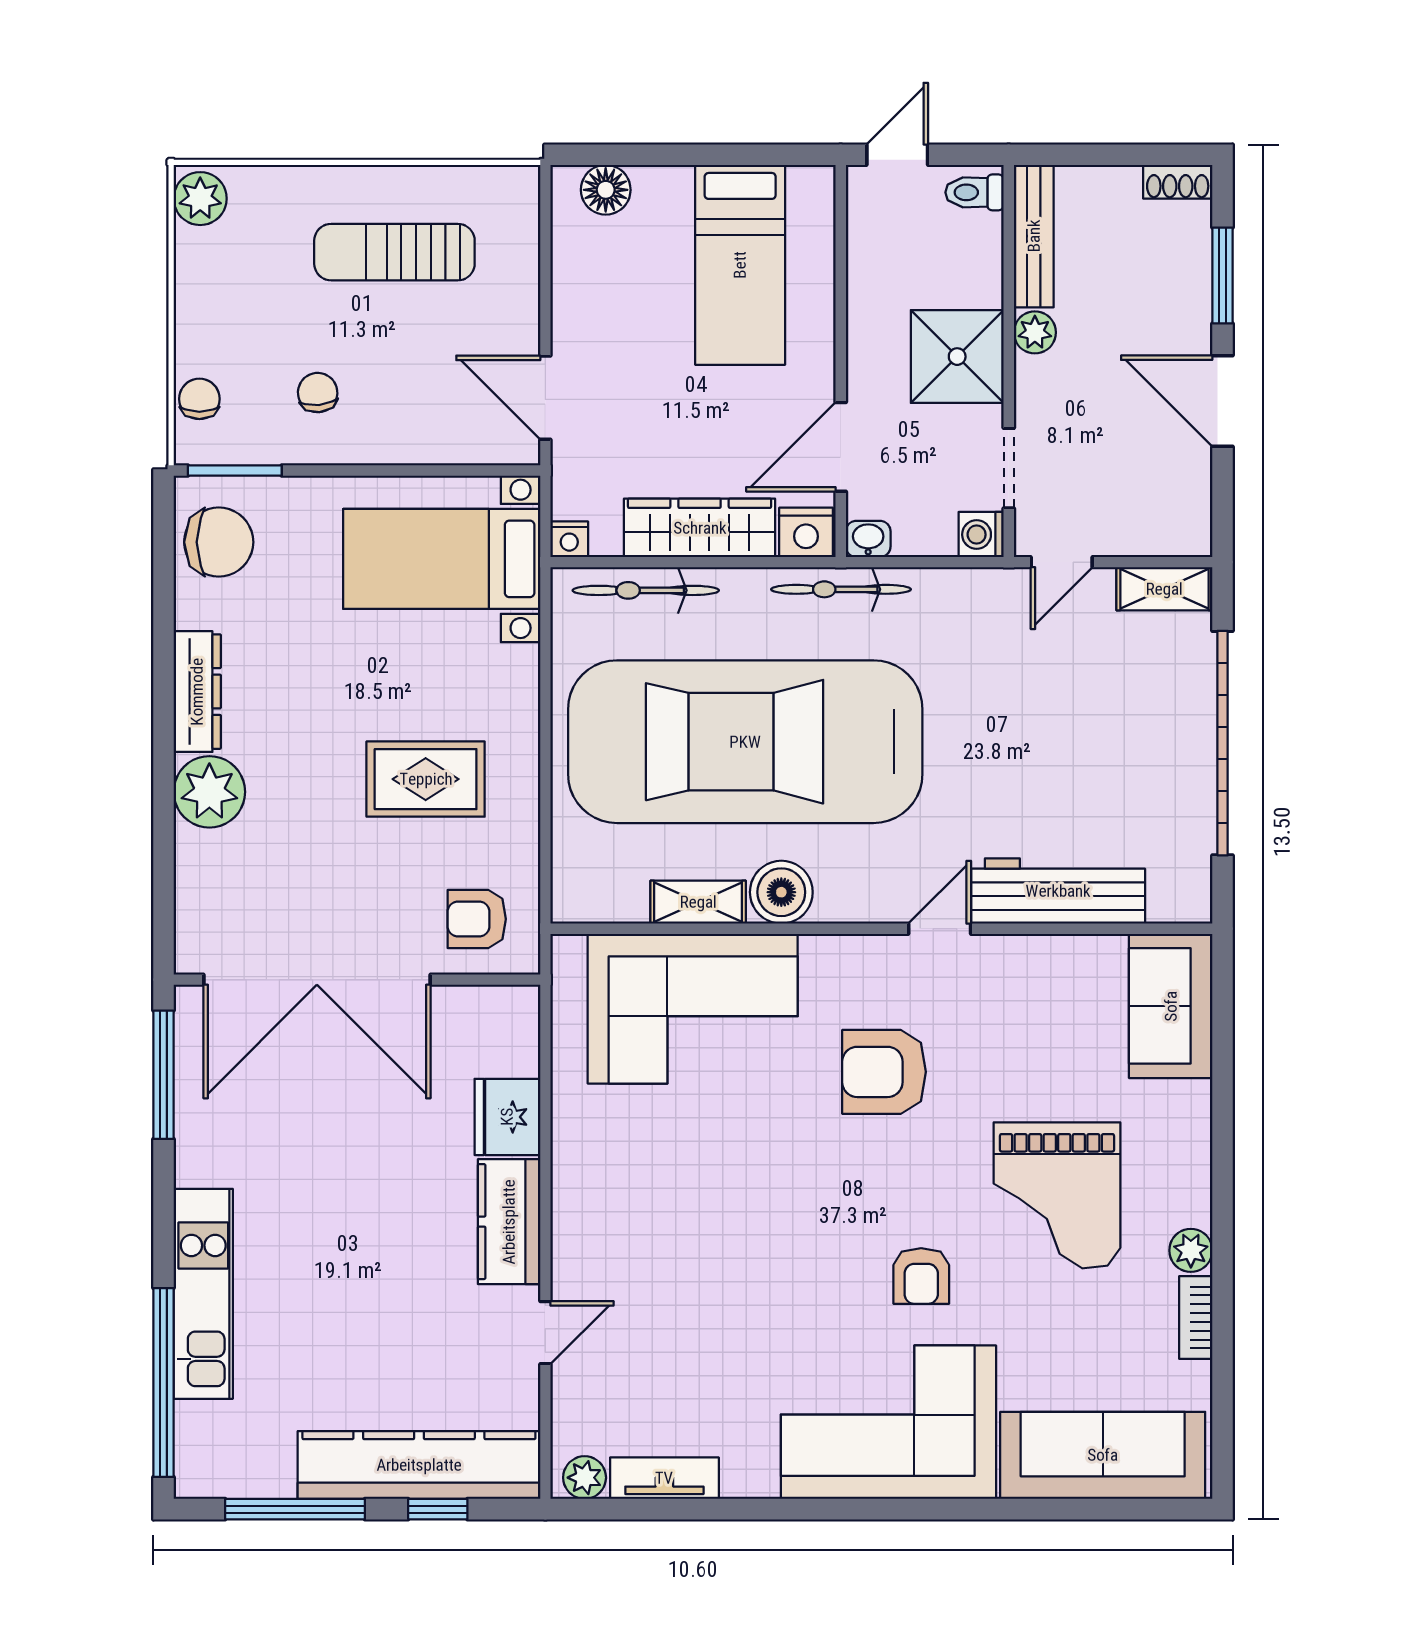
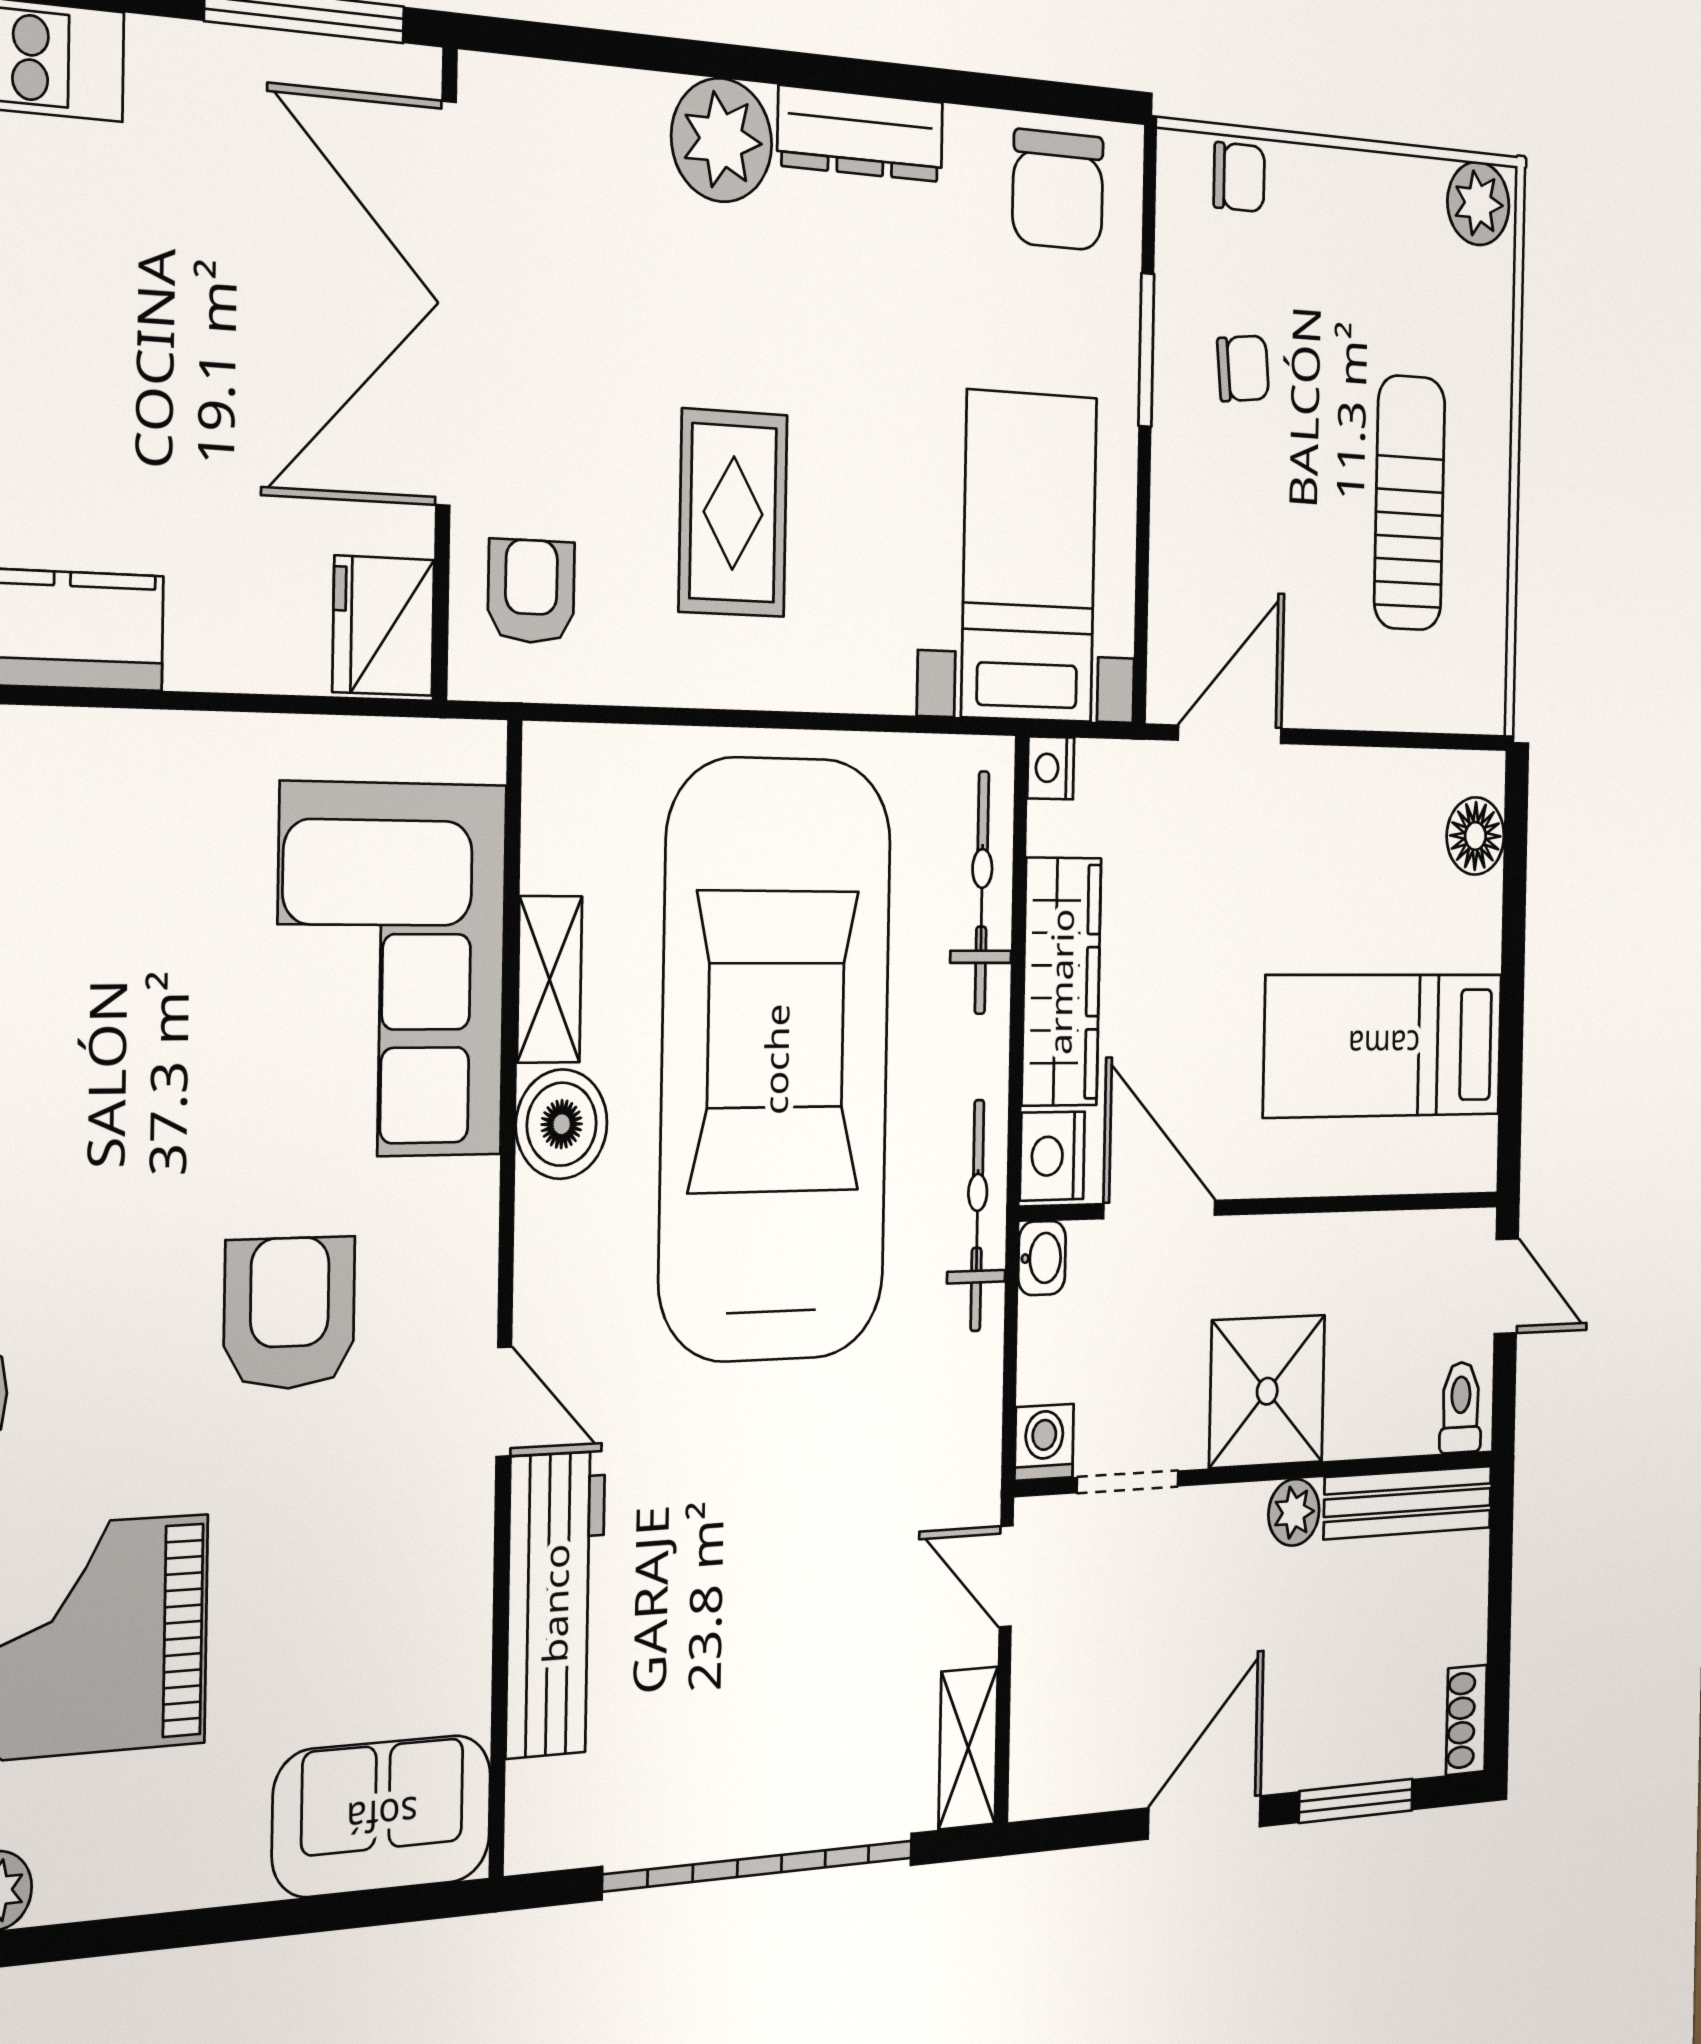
window: (235, 470) -> (1146, 350), moved
fridge: (507, 1117) -> (383, 626), moved, turned -90

